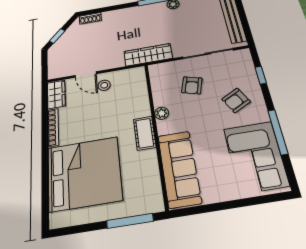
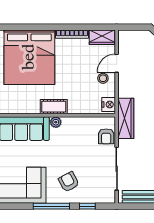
nightstand: (134, 74) -> (109, 105), added
armchair: (192, 85) -> (106, 136), moved, turned -106
plant: (162, 113) -> (56, 122), moved
window: (278, 132) -> (51, 206), moved

